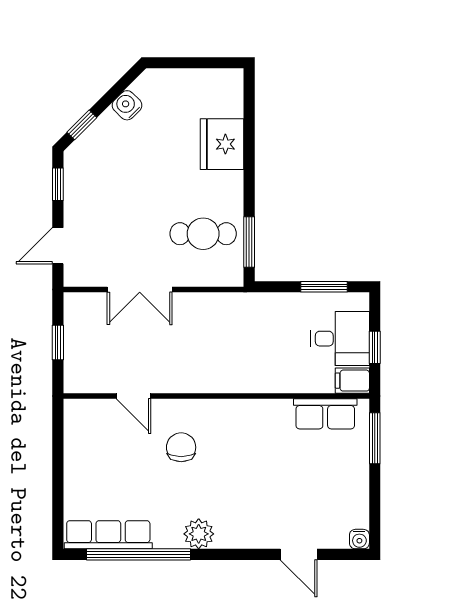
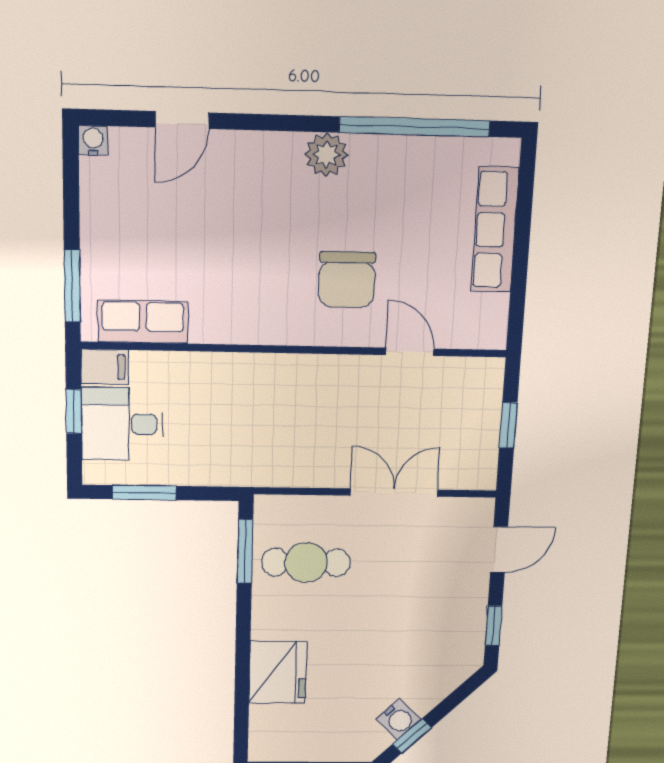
window: (82, 125) -> (412, 736), moved
chair: (181, 447) -> (347, 280), width x1.37, depth x1.37
row of seats: (108, 535) -> (495, 230), moved, turned 90
door: (299, 554) -> (182, 120), swing flipped

